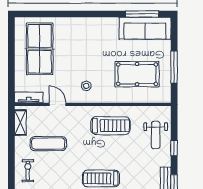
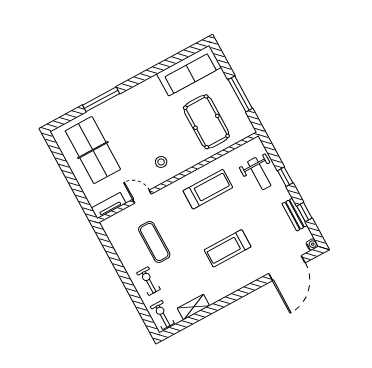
window: (142, 14) -> (101, 99), moved
pool table: (137, 74) -> (206, 122), turned 90
shelving: (20, 122) -> (114, 236), removed
exercise mat: (48, 144) -> (154, 242), turned 90

